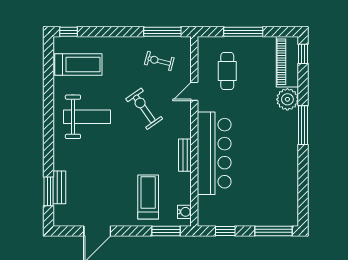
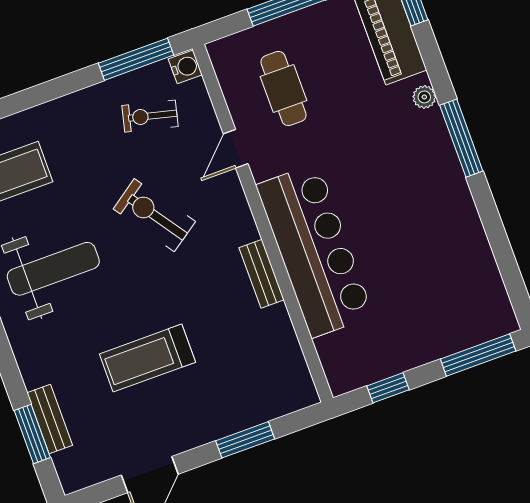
plant: (287, 99) -> (424, 97), width x0.53, depth x0.53
treadmill: (148, 197) -> (147, 358), moved, turned -90
water cooler: (184, 212) -> (185, 67), moved
window: (166, 231) -> (245, 440), moved

